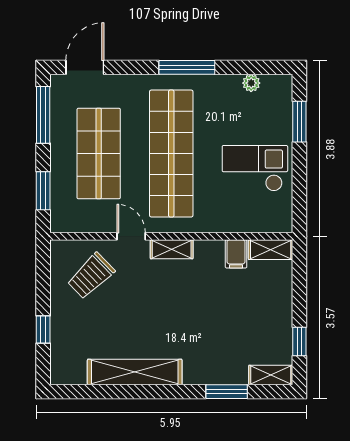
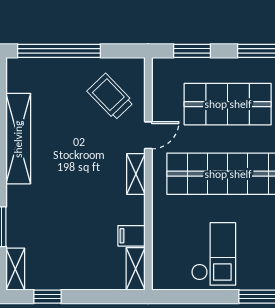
window: (43, 329) -> (59, 51), width x3.17

